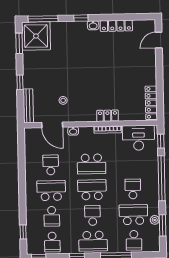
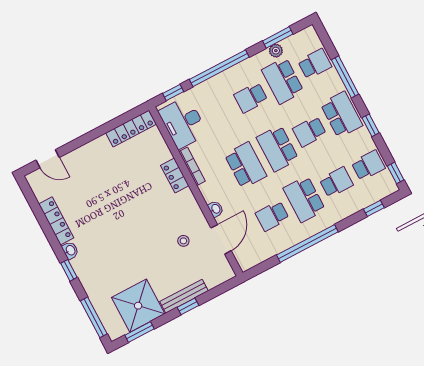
shower: (36, 36) -> (138, 306), moved
bench: (28, 106) -> (184, 296), moved
window: (22, 179) -> (307, 243), added

